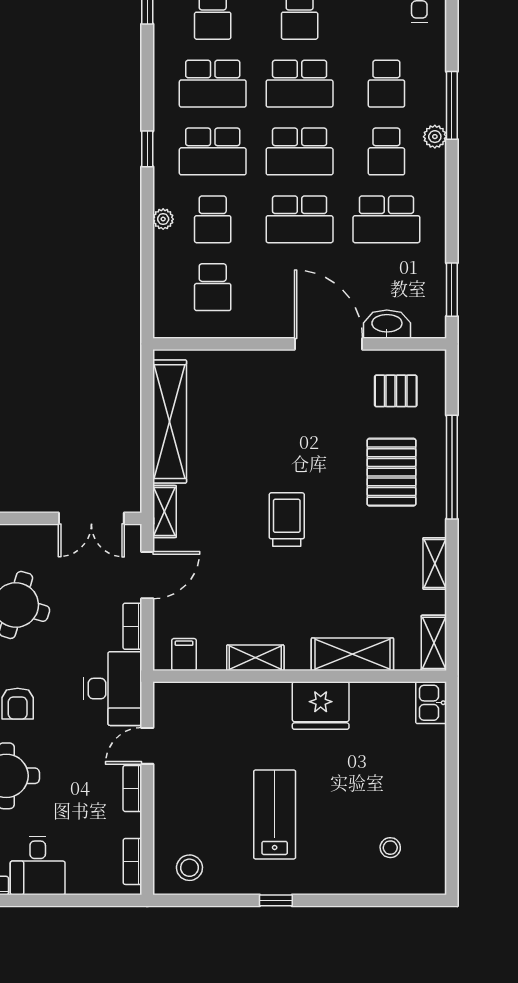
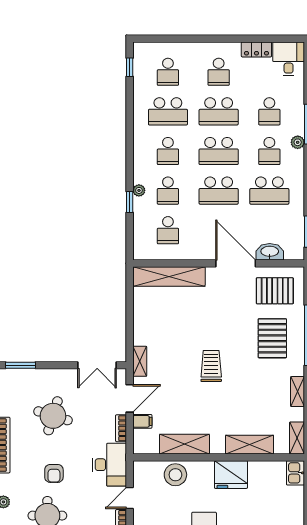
window: (147, 149) -> (130, 202), moved
school desk: (213, 151) -> (168, 151), width x0.54
pallet: (396, 391) -> (275, 291), width x1.50, depth x1.42
shelving: (170, 422) -> (169, 276), moved, turned 90
filing cabinet: (184, 655) -> (142, 421), moved, turned 90
shelving: (255, 658) -> (184, 444), width x1.50, depth x1.33
stool: (226, 706) -> (175, 475), added

